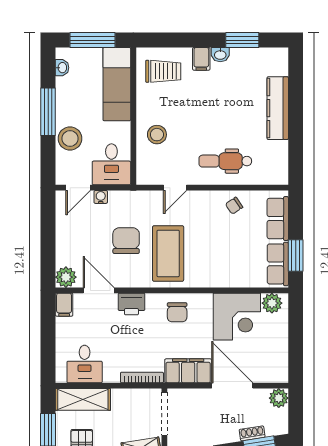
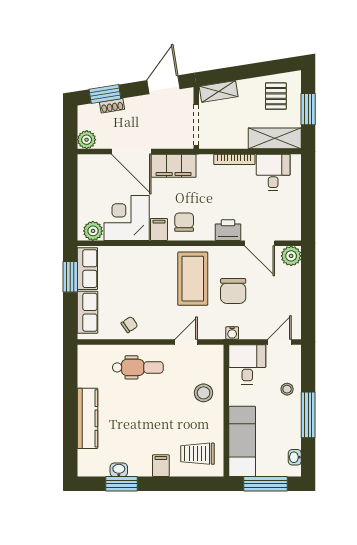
washbasin: (220, 55) -> (119, 470), moved
stool: (70, 139) -> (287, 389), width x0.53, depth x0.53
water cooler: (101, 197) -> (232, 333), moved
filing cabinet: (64, 305) -> (159, 229), moved
bookcase: (142, 377) -> (234, 159), moved

